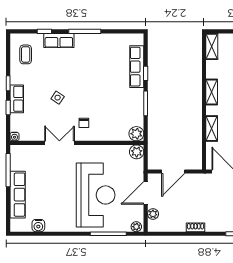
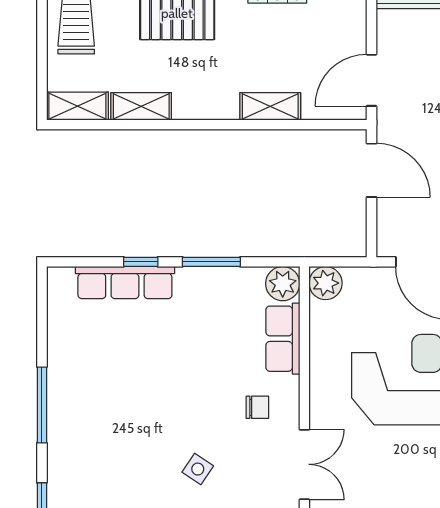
row of seats: (59, 41) -> (283, 339), moved, turned 180
shelving: (212, 92) -> (141, 106), moved
double door: (59, 143) -> (304, 464), swing flipped
door: (173, 171) -> (372, 170), moved

